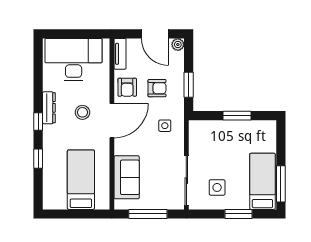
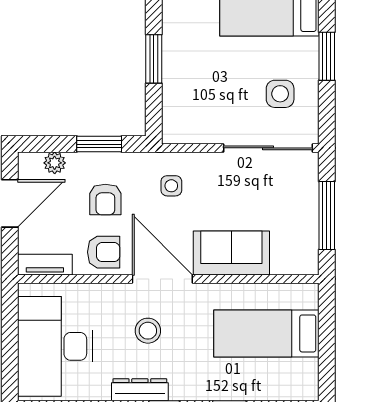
plant: (178, 45) -> (55, 163), moved
armchair: (157, 88) -> (105, 200), turned 180
sofa: (127, 177) -> (231, 253), moved

